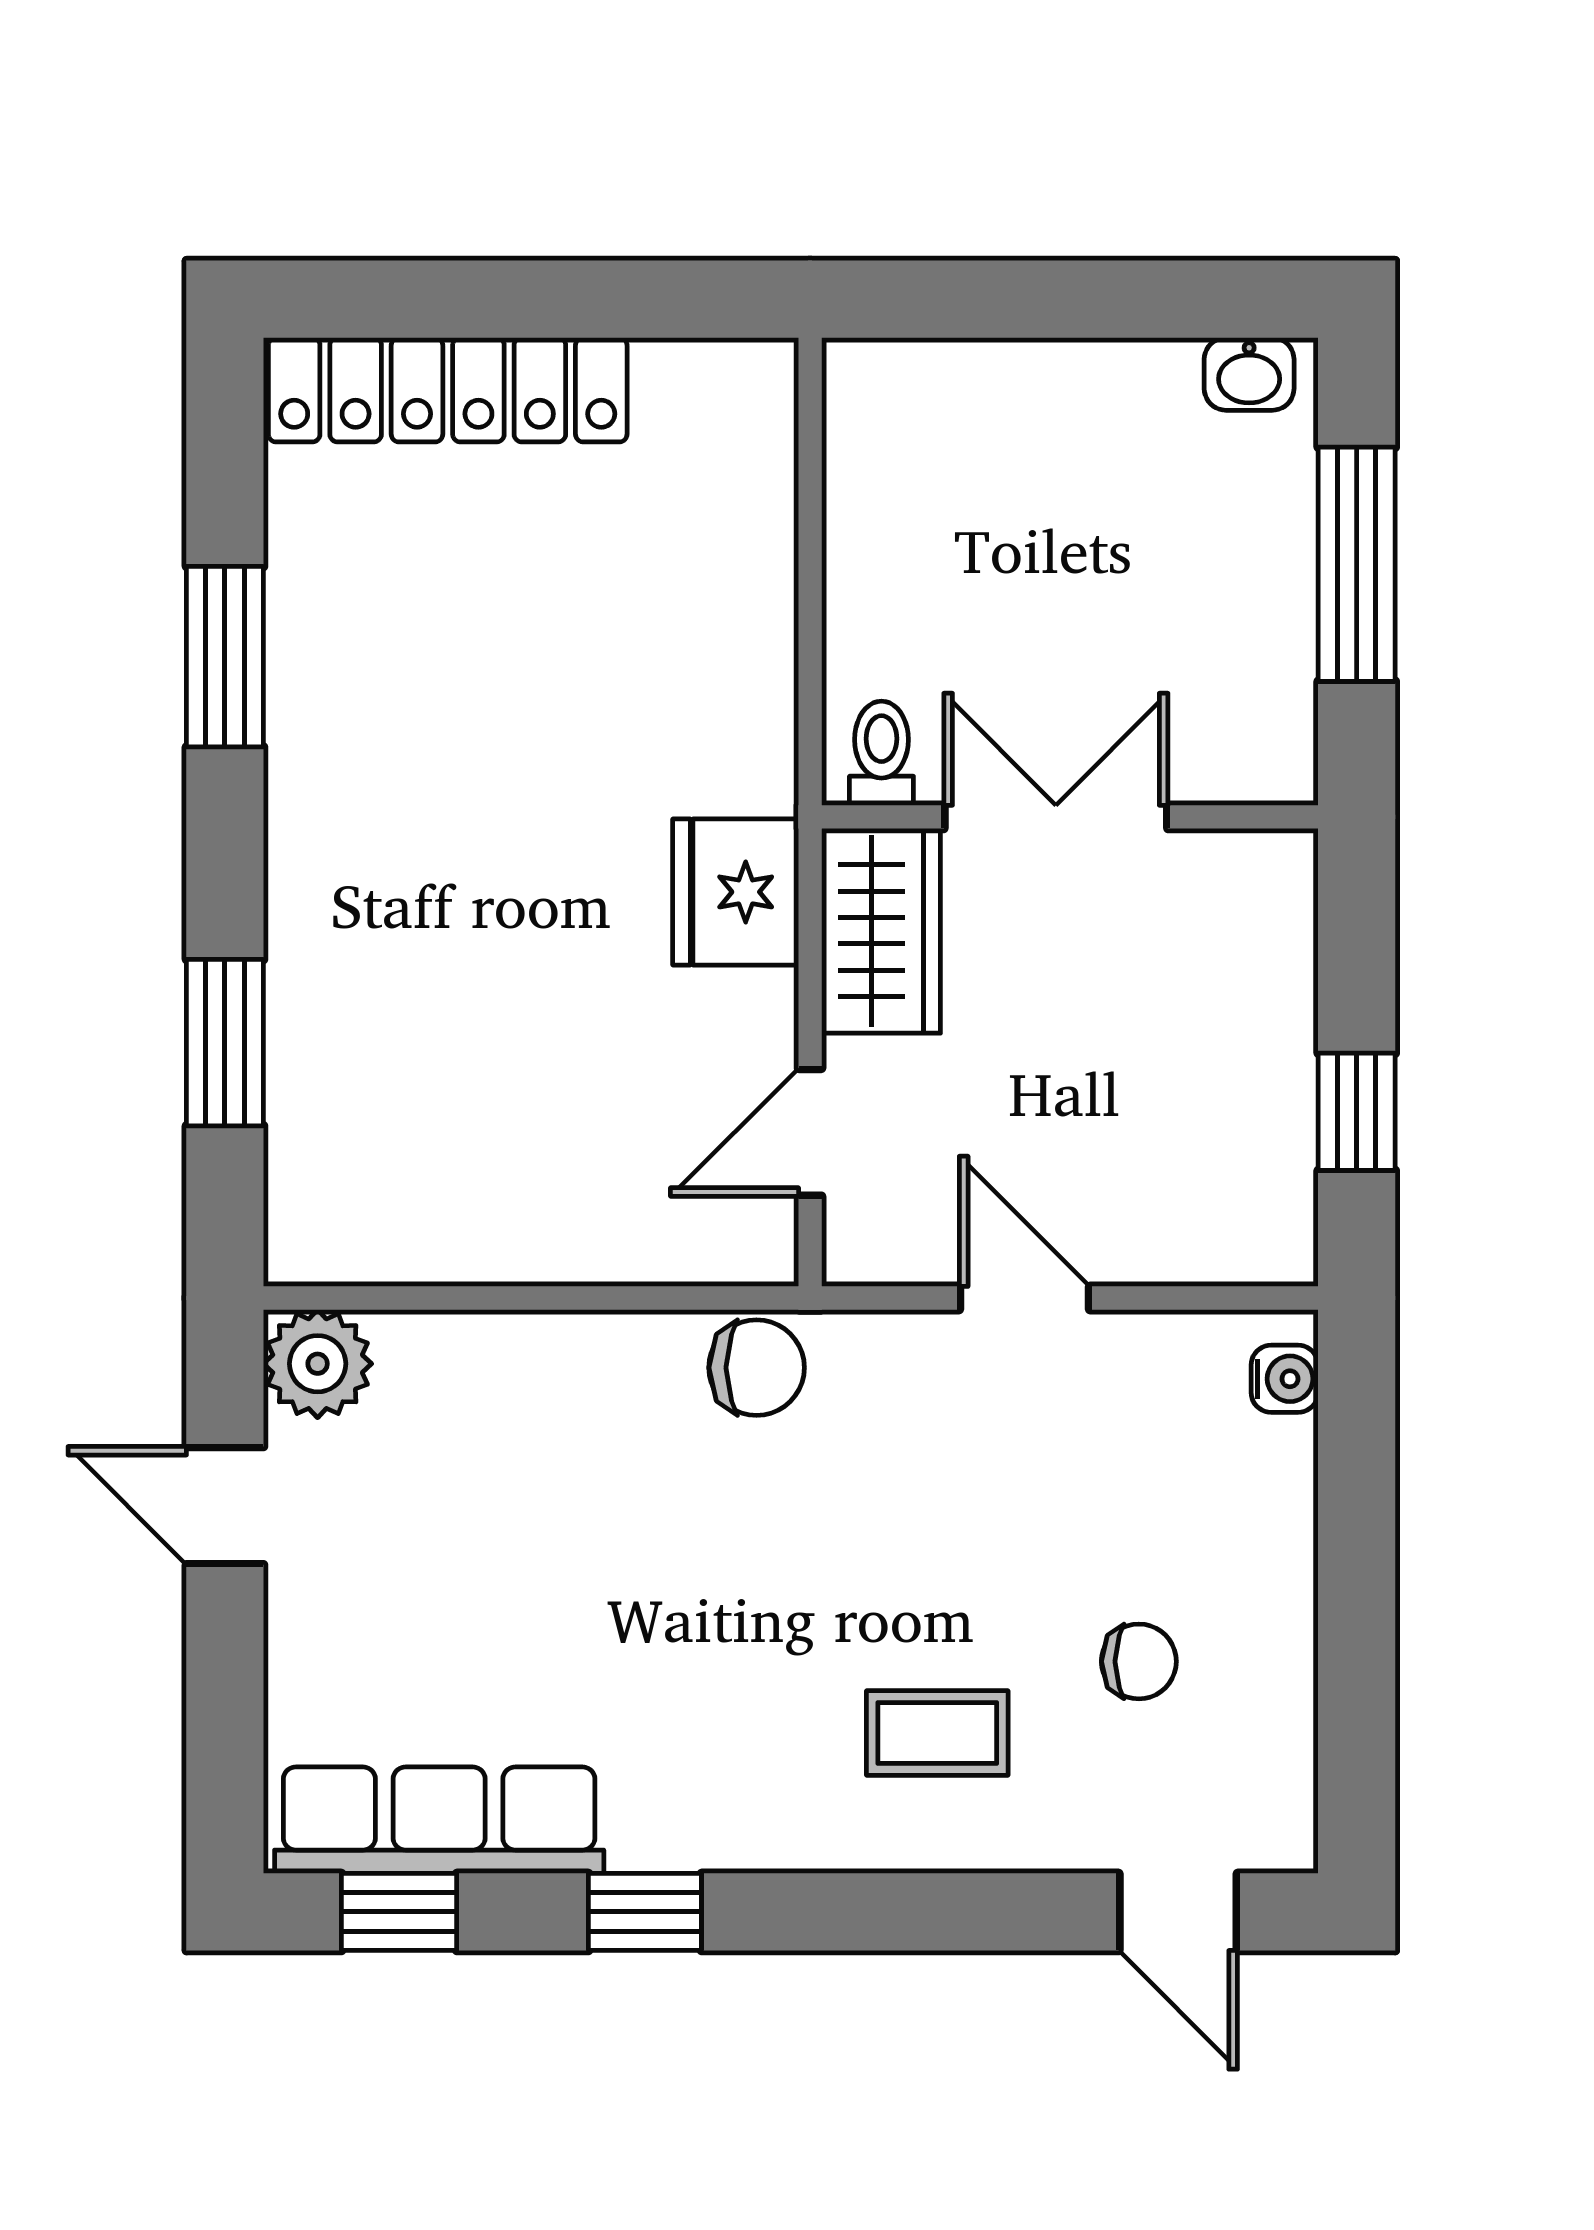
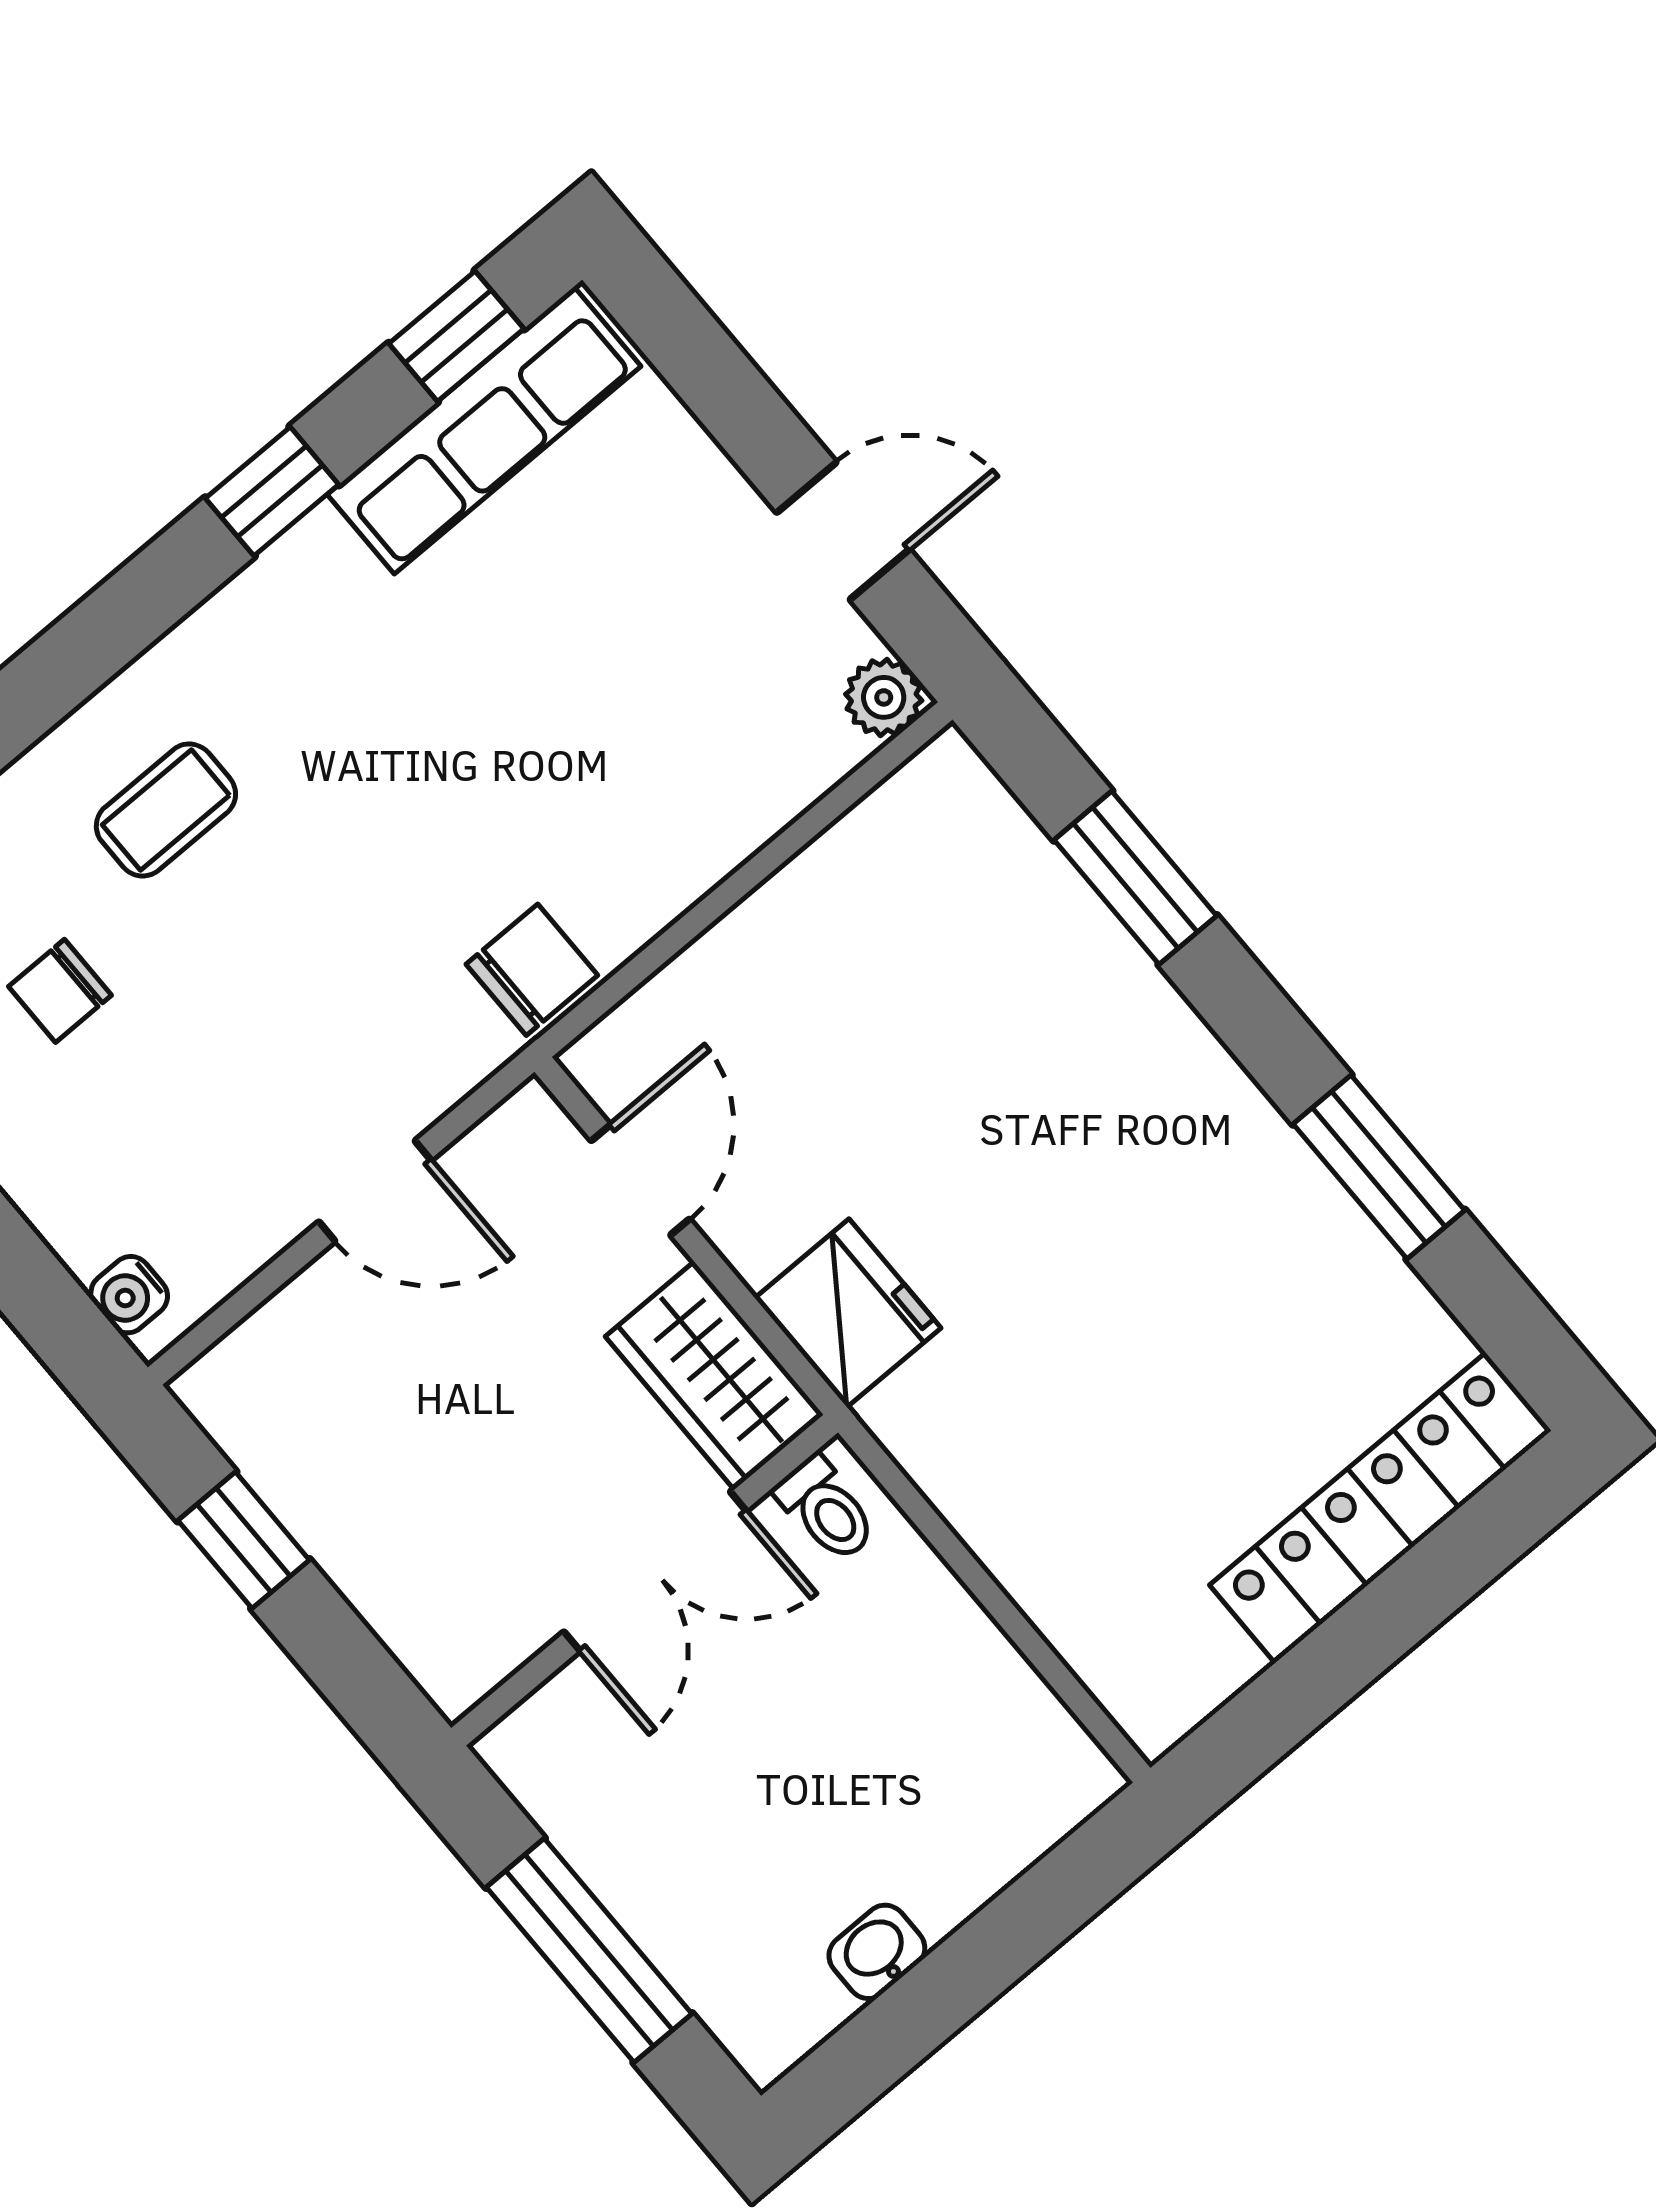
washbasin: (1249, 374) -> (877, 1952), moved
plant: (318, 1364) -> (884, 697), width x0.73, depth x0.73
chair: (757, 1368) -> (532, 970), turned 180

